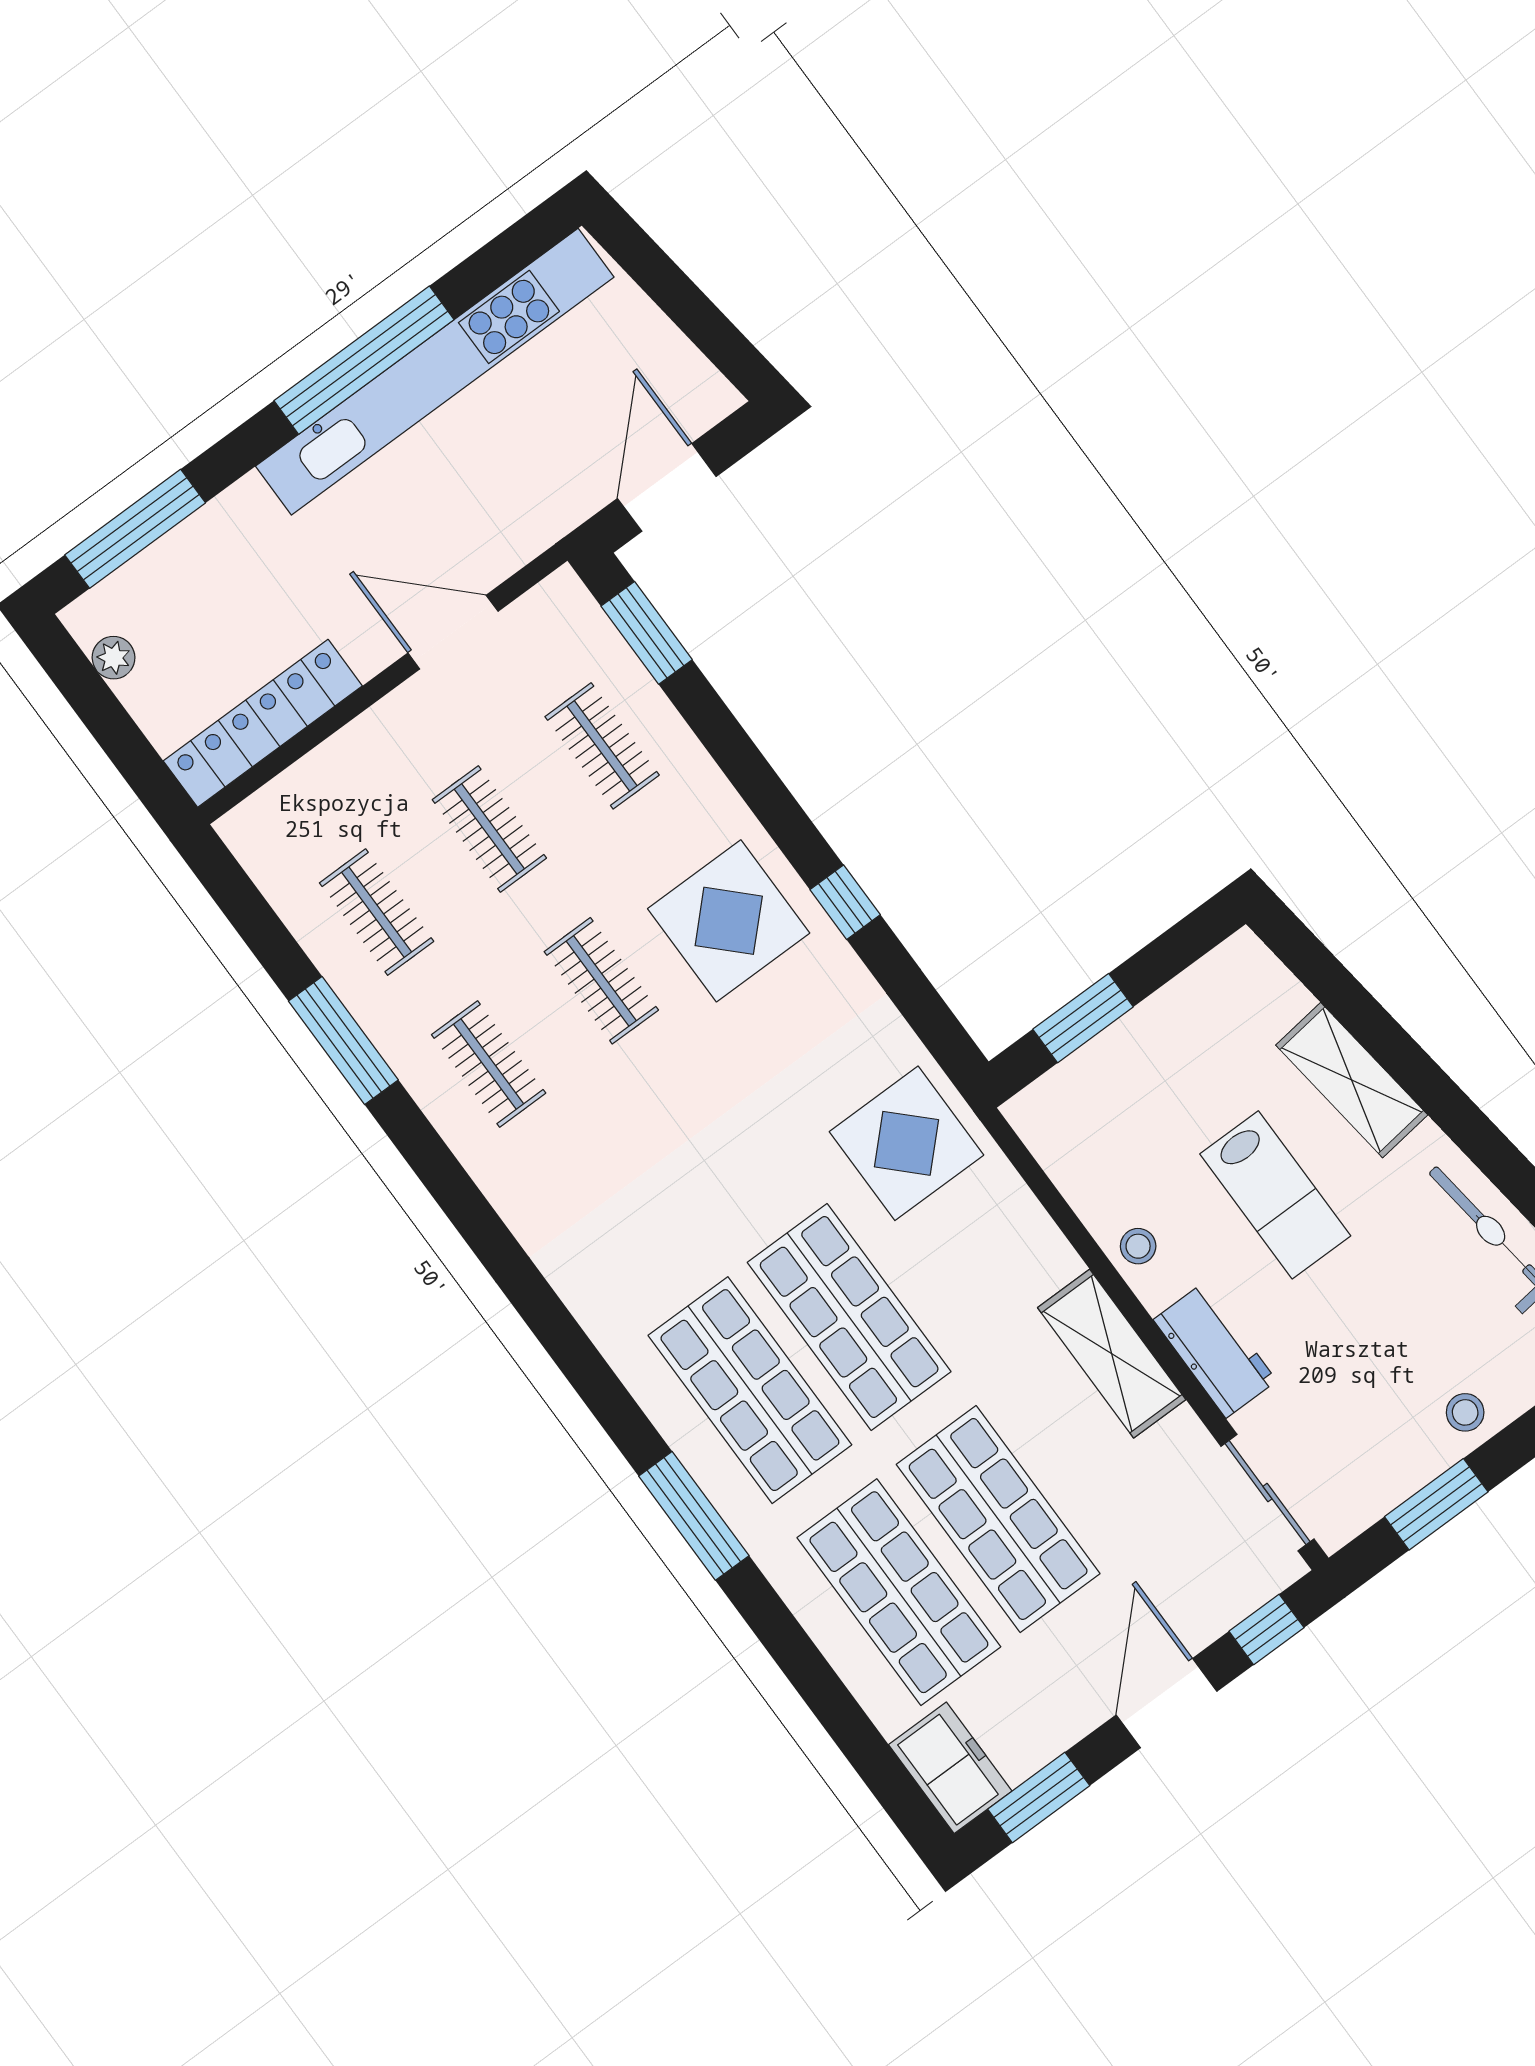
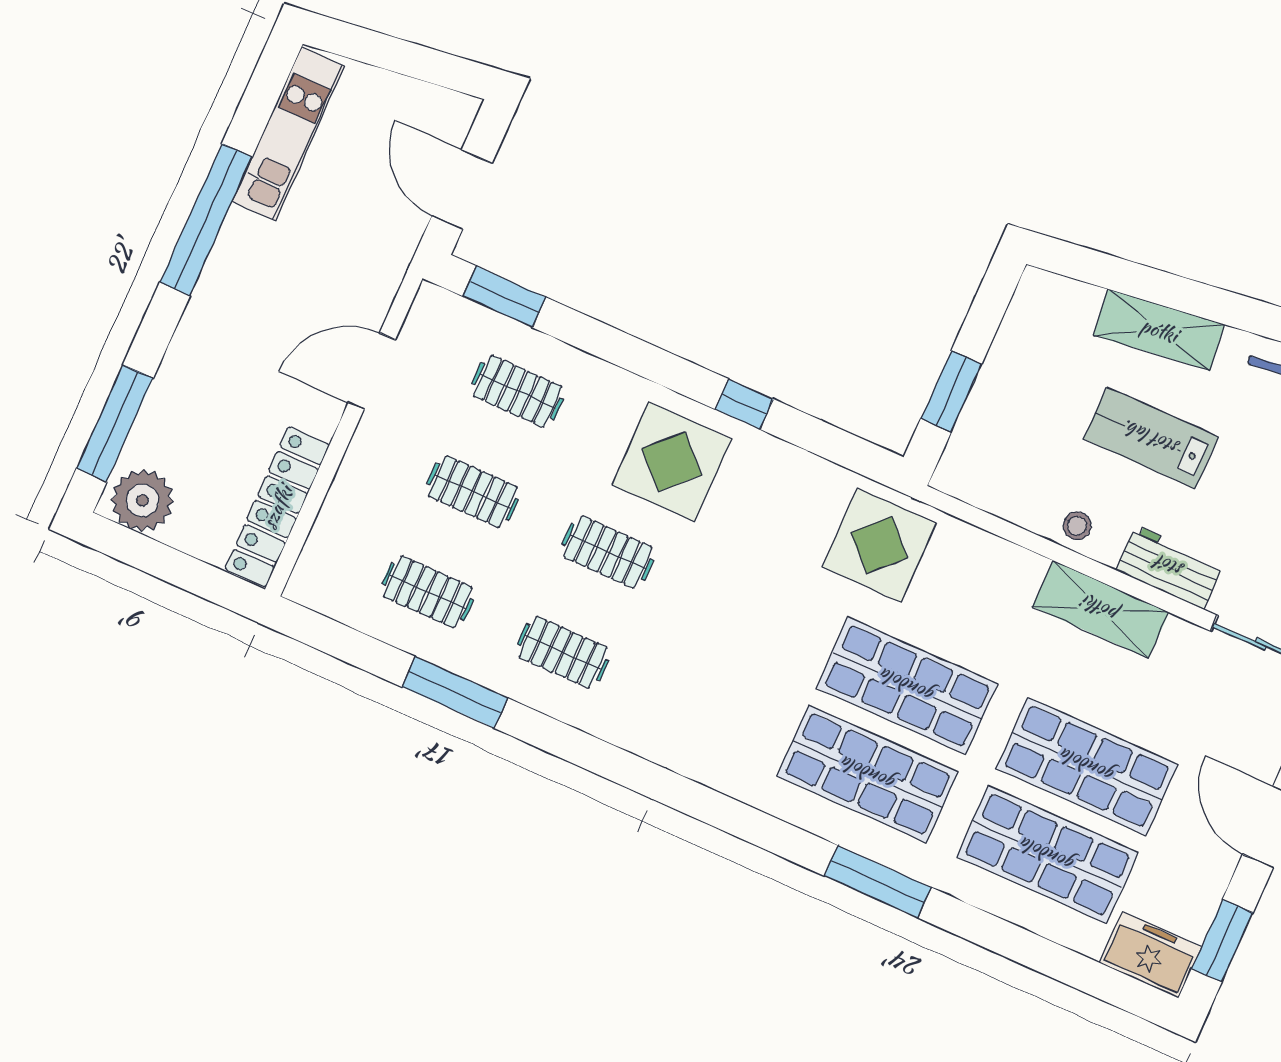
kitchen unit: (435, 372) -> (288, 134), width x0.54
plant: (114, 658) -> (142, 500), width x1.88, depth x1.88
lab bench: (1275, 1195) -> (1151, 438), turned 180

